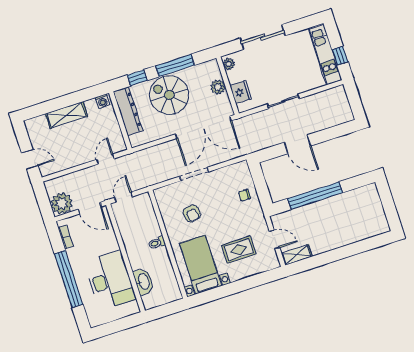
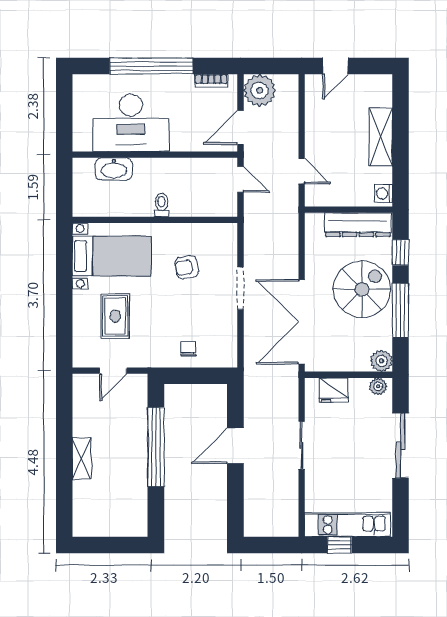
plant: (218, 87) -> (381, 361), moved
shelving: (297, 255) -> (82, 458), moved

